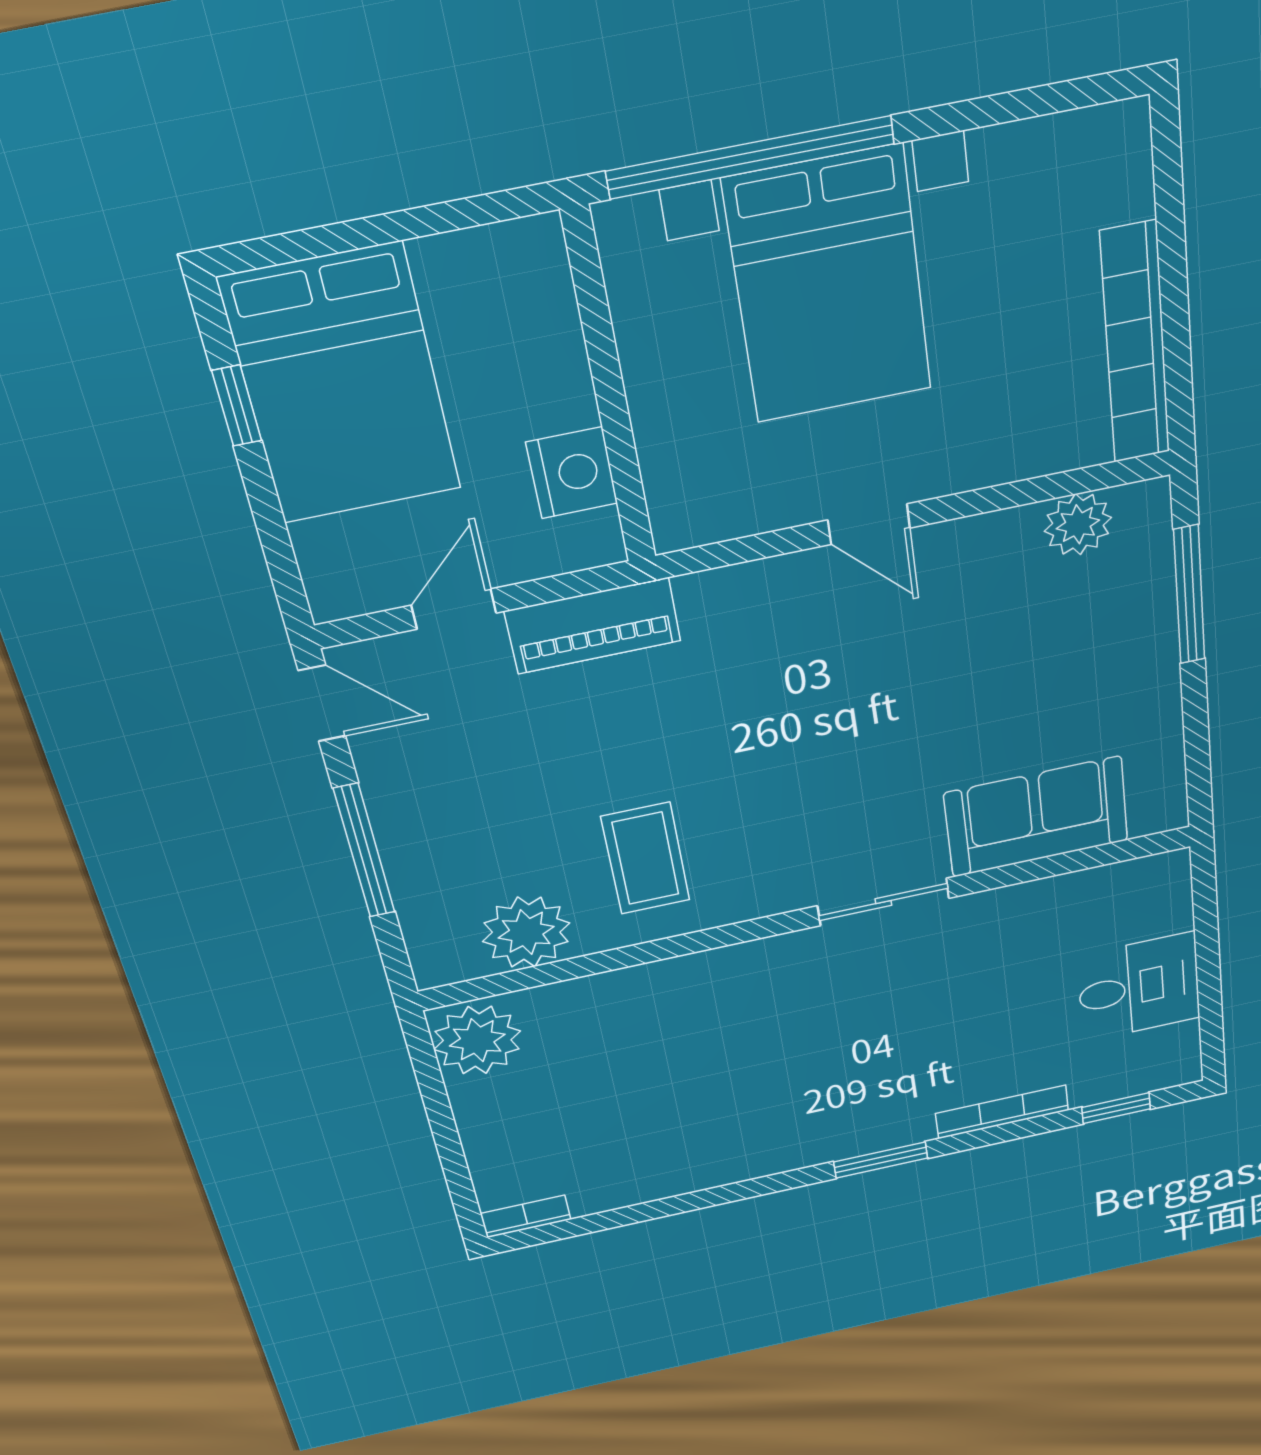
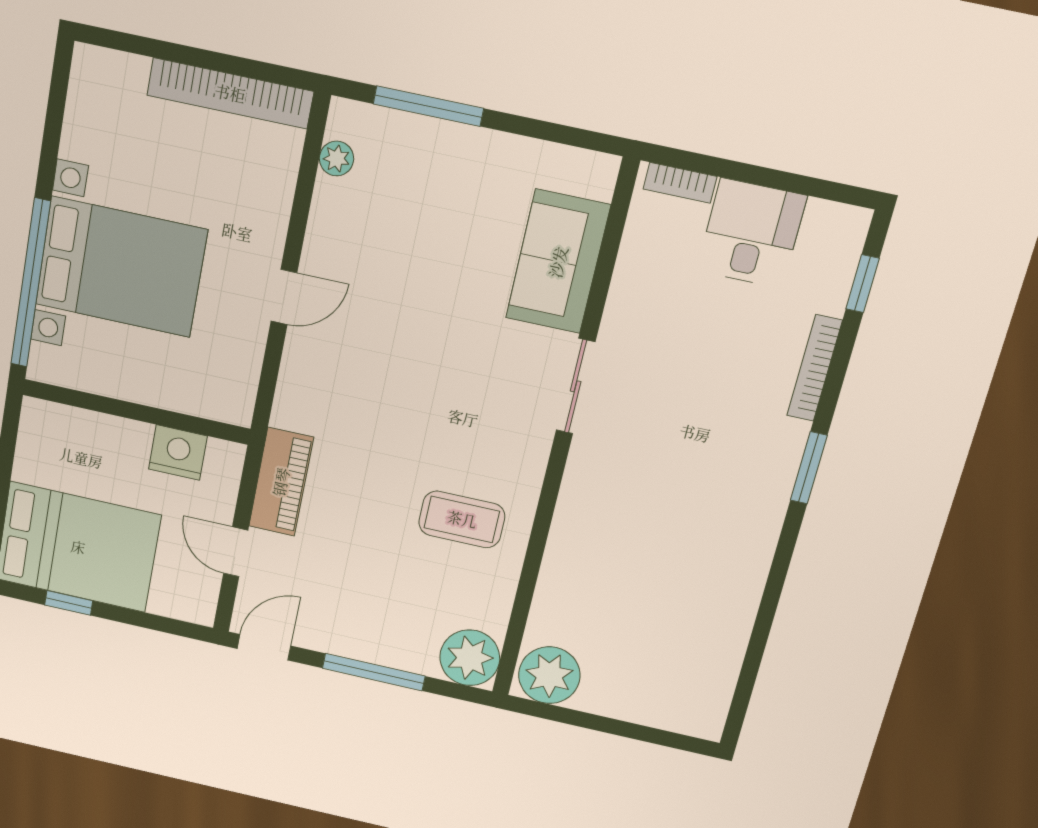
plant: (1078, 524) -> (336, 159), width x0.73, depth x0.73
plant: (526, 932) -> (470, 658), moved
bookcase: (526, 1217) -> (680, 183), moved, turned -90

